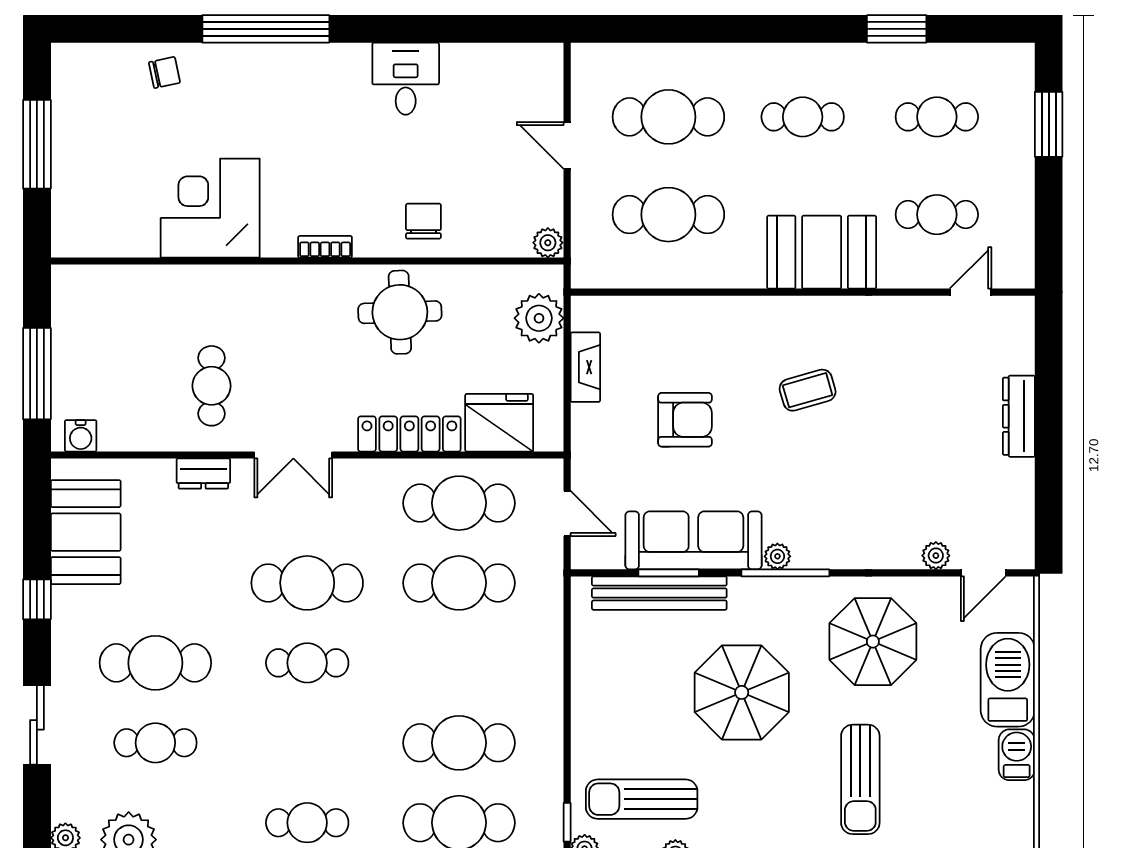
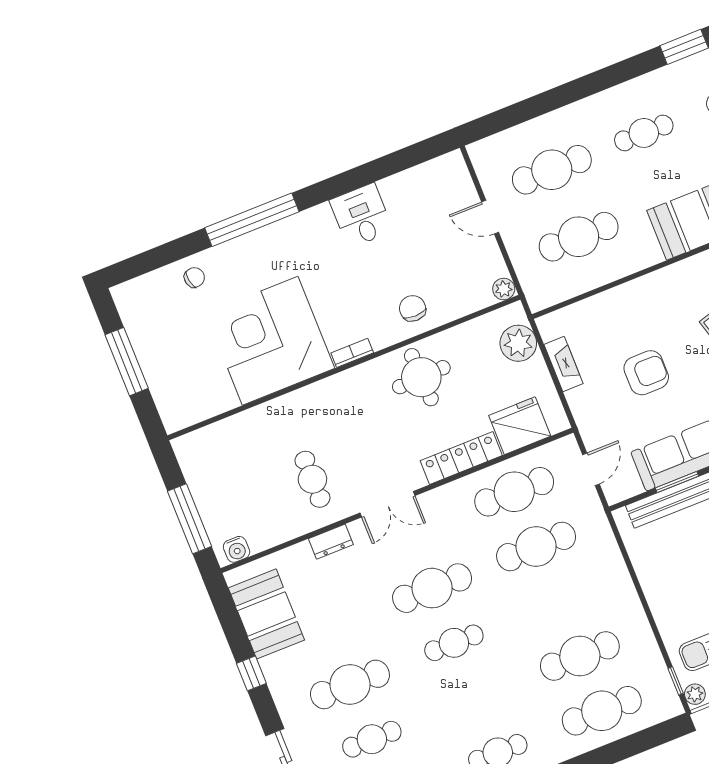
corner desk: (210, 208) -> (270, 341), width x1.36, depth x1.36
door: (567, 513) -> (591, 469), hinge flipped

